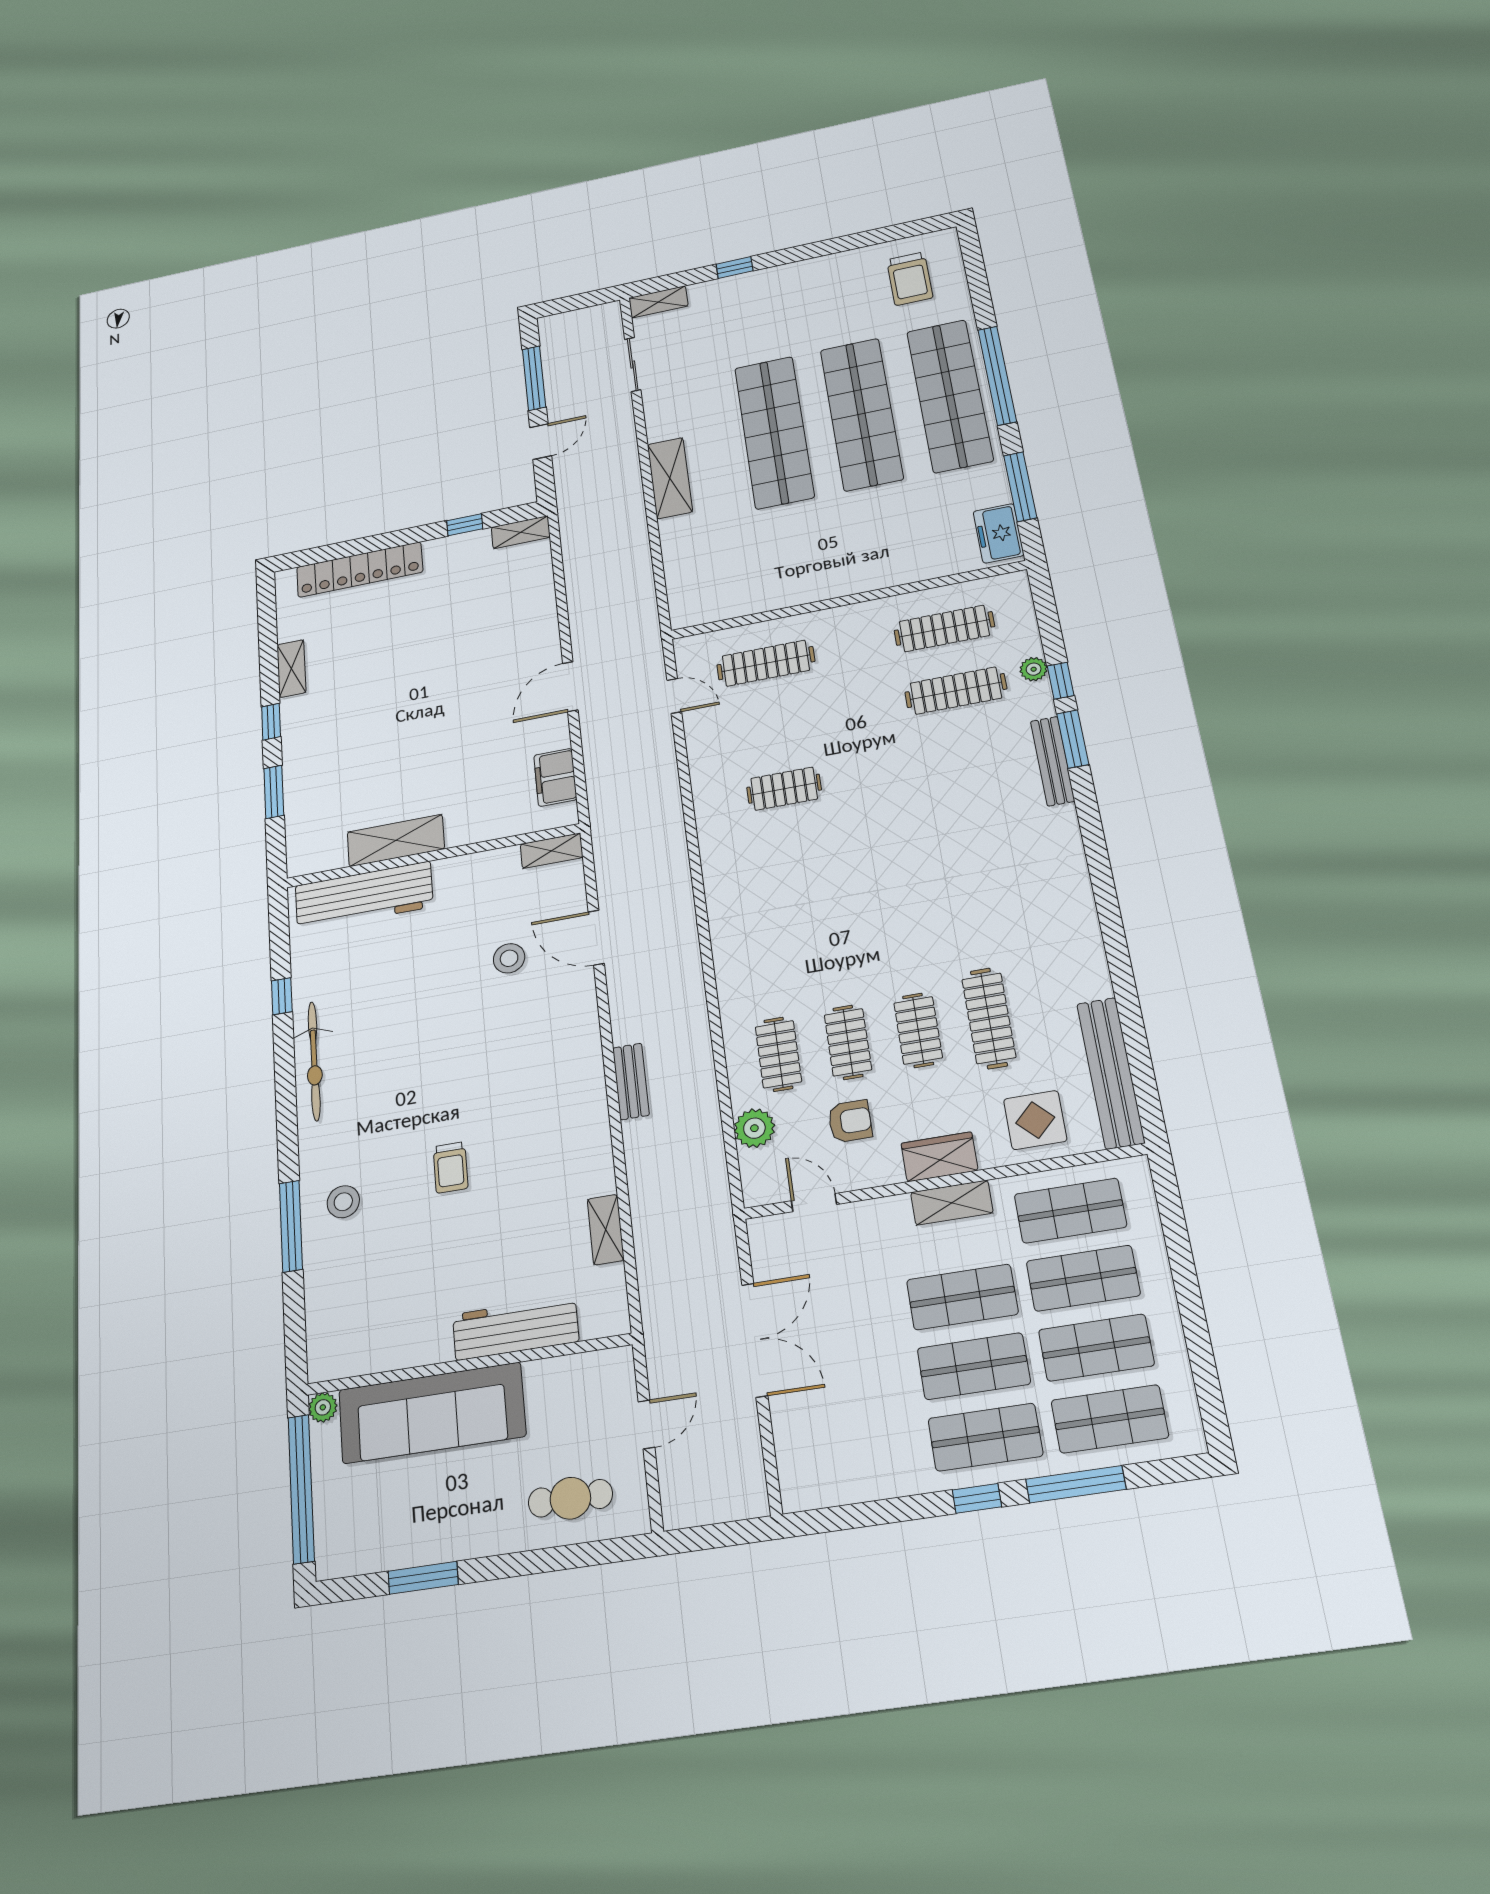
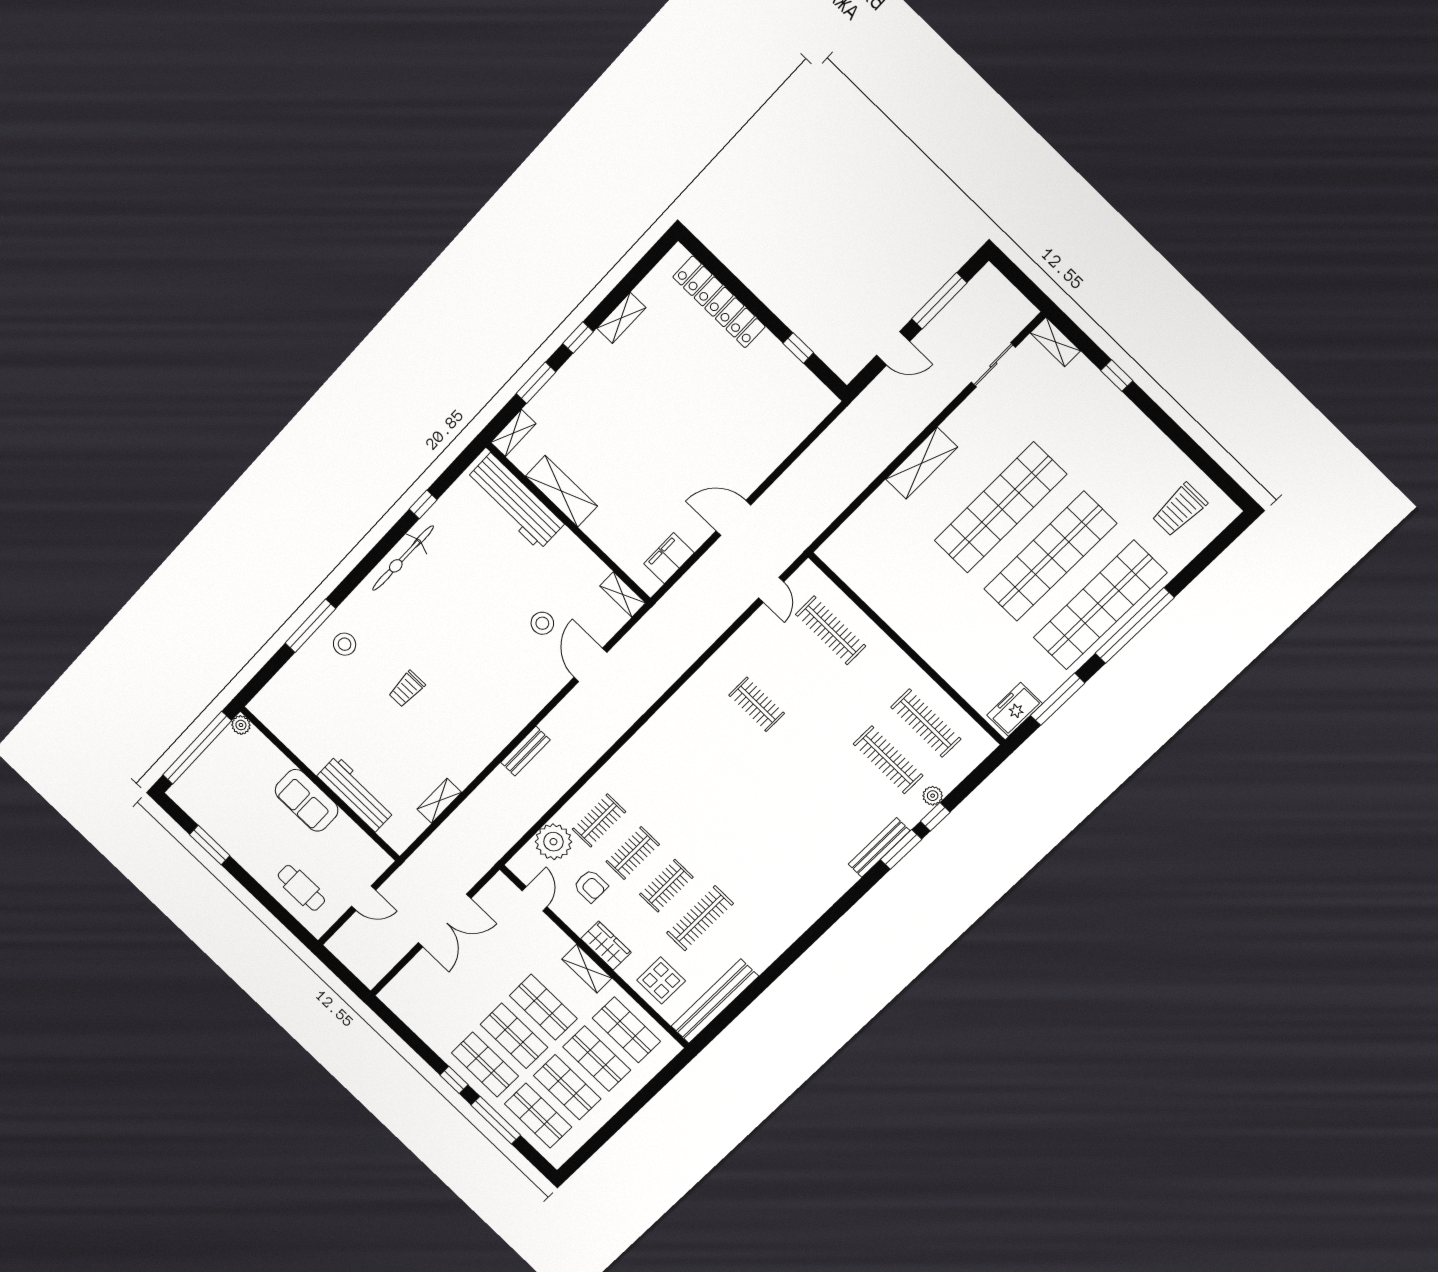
shelving: (521, 532) -> (513, 433), moved, turned 90
plant: (754, 1128) -> (553, 842), width x1.36, depth x1.36
sofa: (432, 1413) -> (307, 800), width x0.54, depth x0.79

